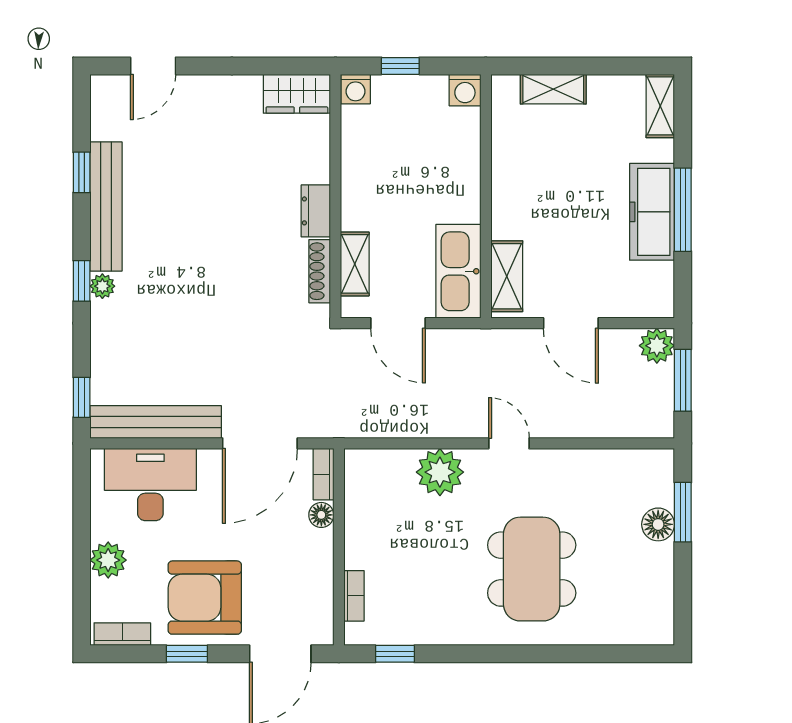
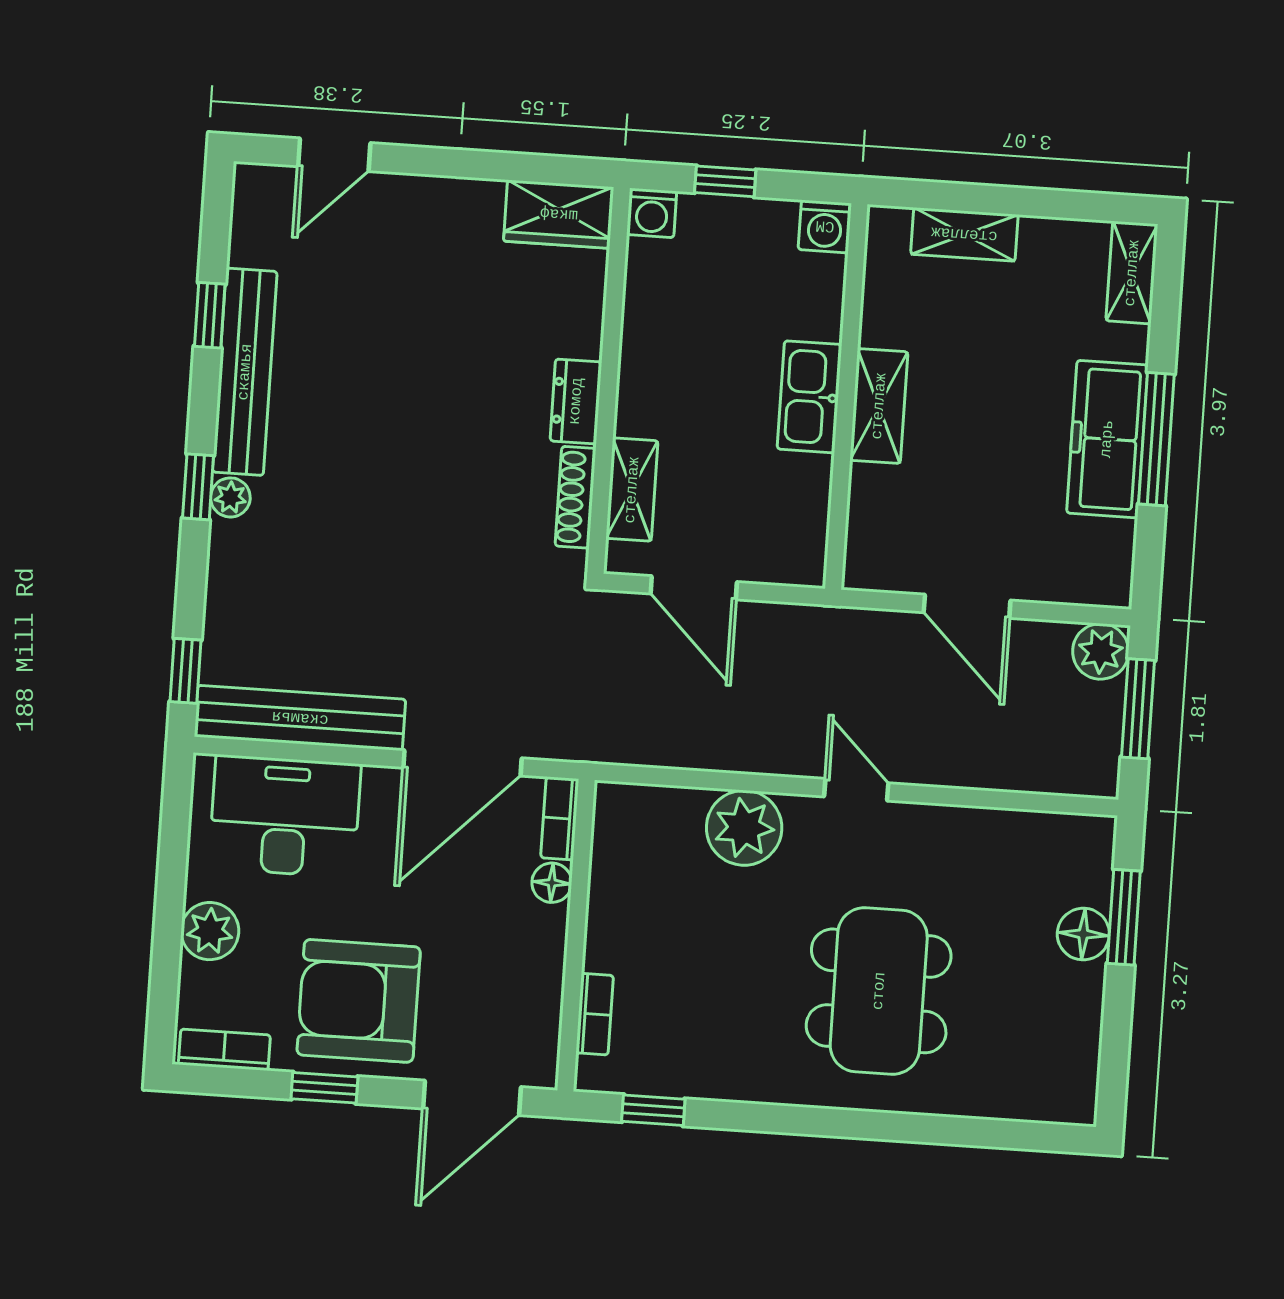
kitchen sink: (458, 271) -> (809, 397), moved, width x0.73, depth x0.81
shelving: (507, 276) -> (879, 406), moved

